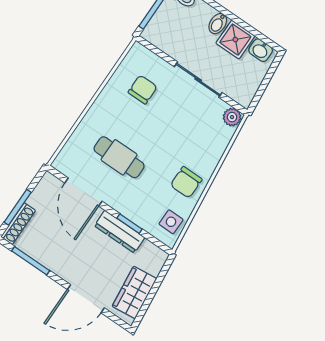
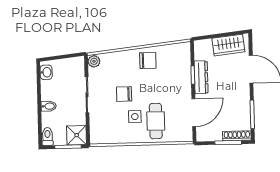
shower: (235, 40) -> (77, 135), moved
chair: (143, 90) -> (124, 94), moved
cafe table: (119, 157) -> (156, 121), moved
side table: (171, 222) -> (135, 117), moved

